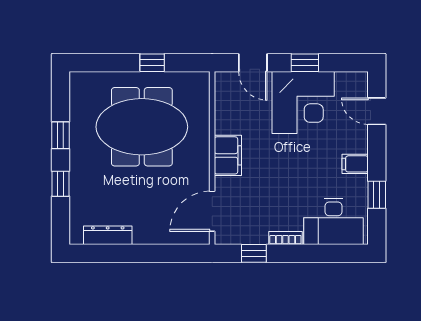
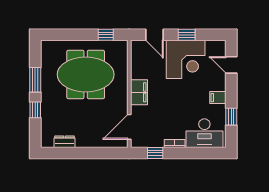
window: (152, 63) -> (106, 35), moved
window: (60, 135) -> (35, 80), width x1.50
dresser: (108, 235) -> (64, 142), width x0.70

